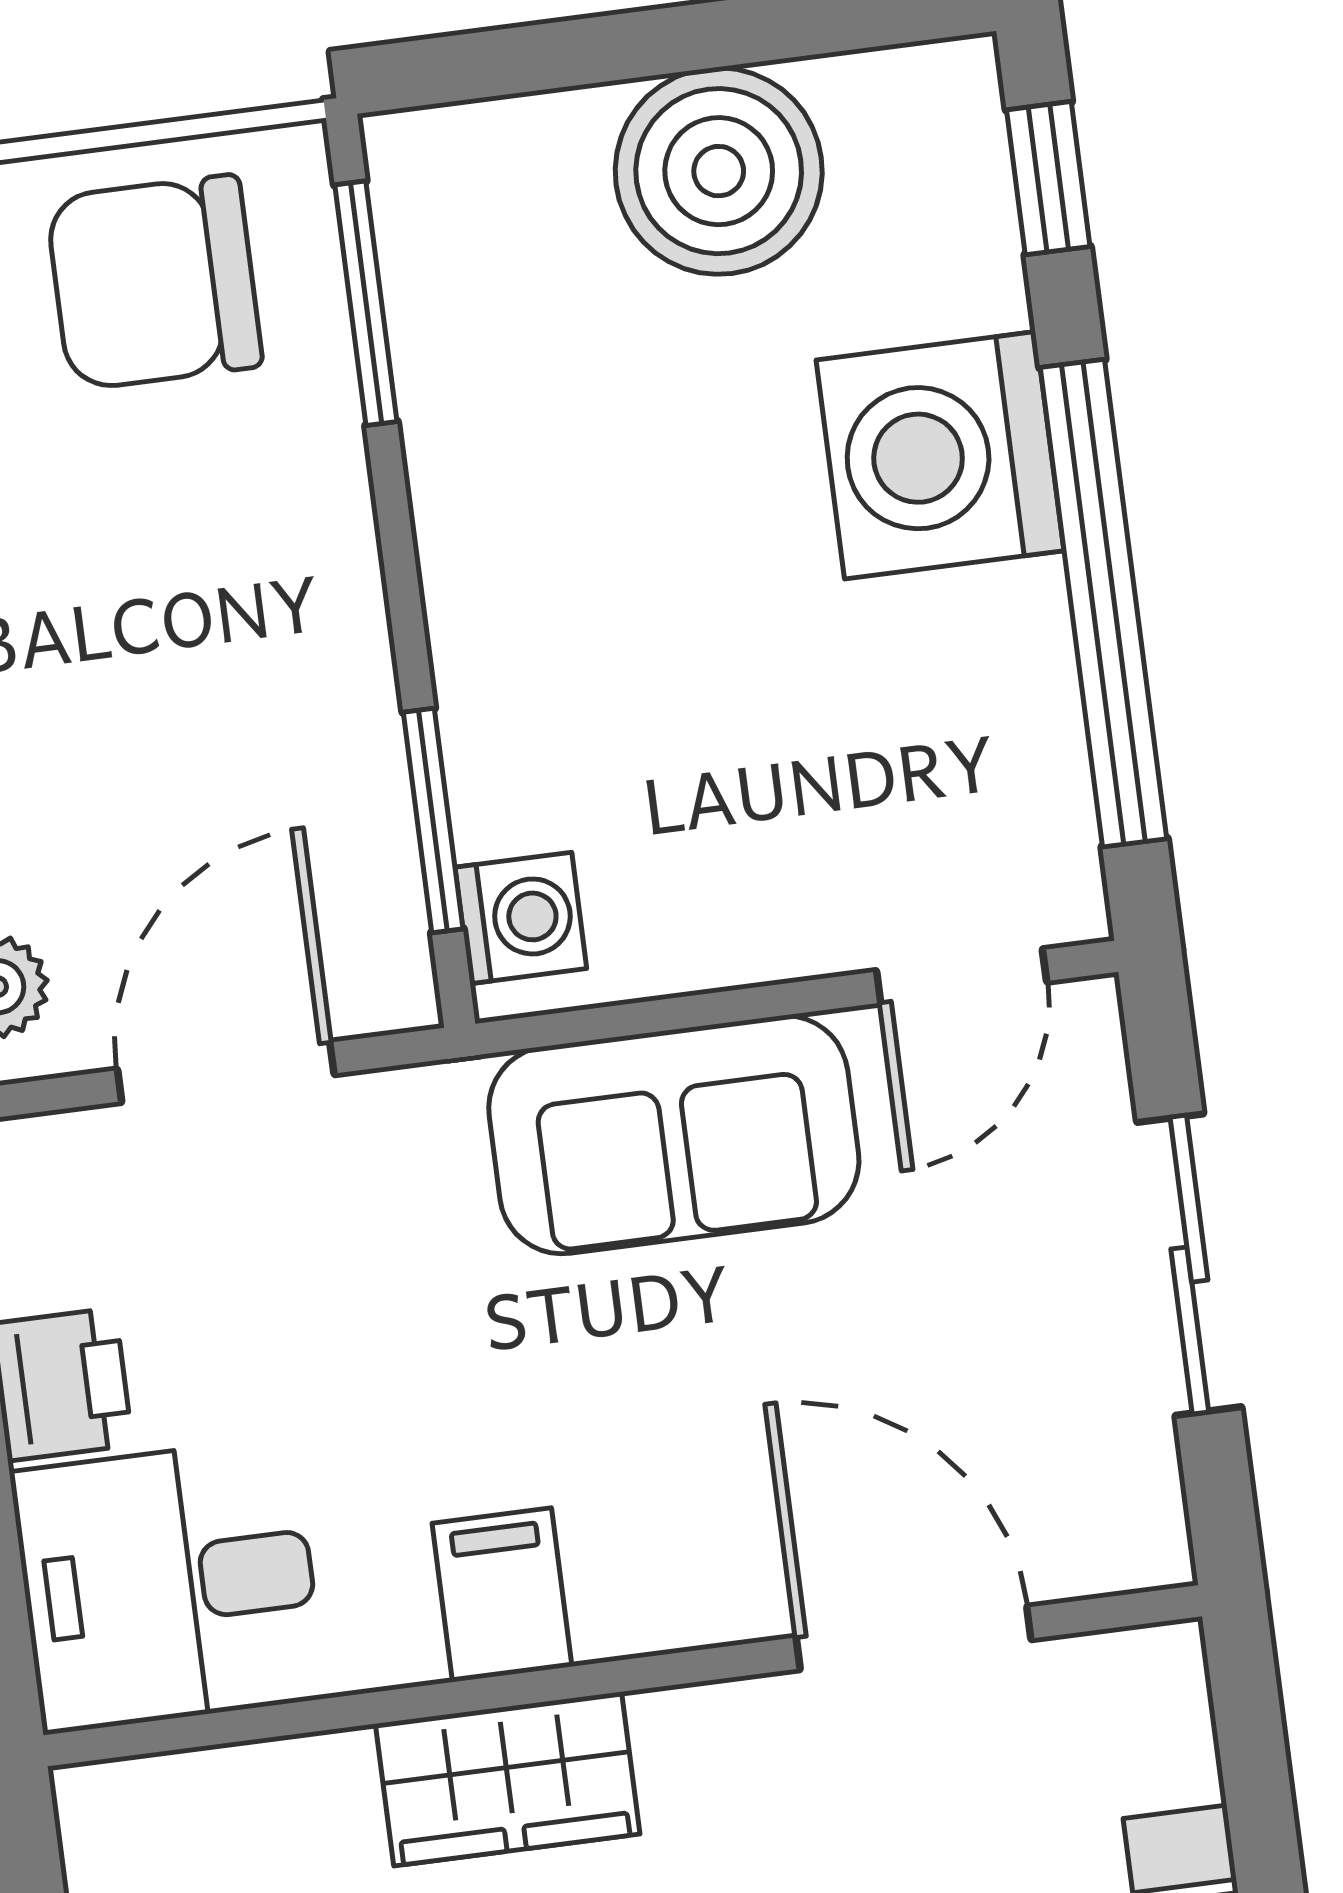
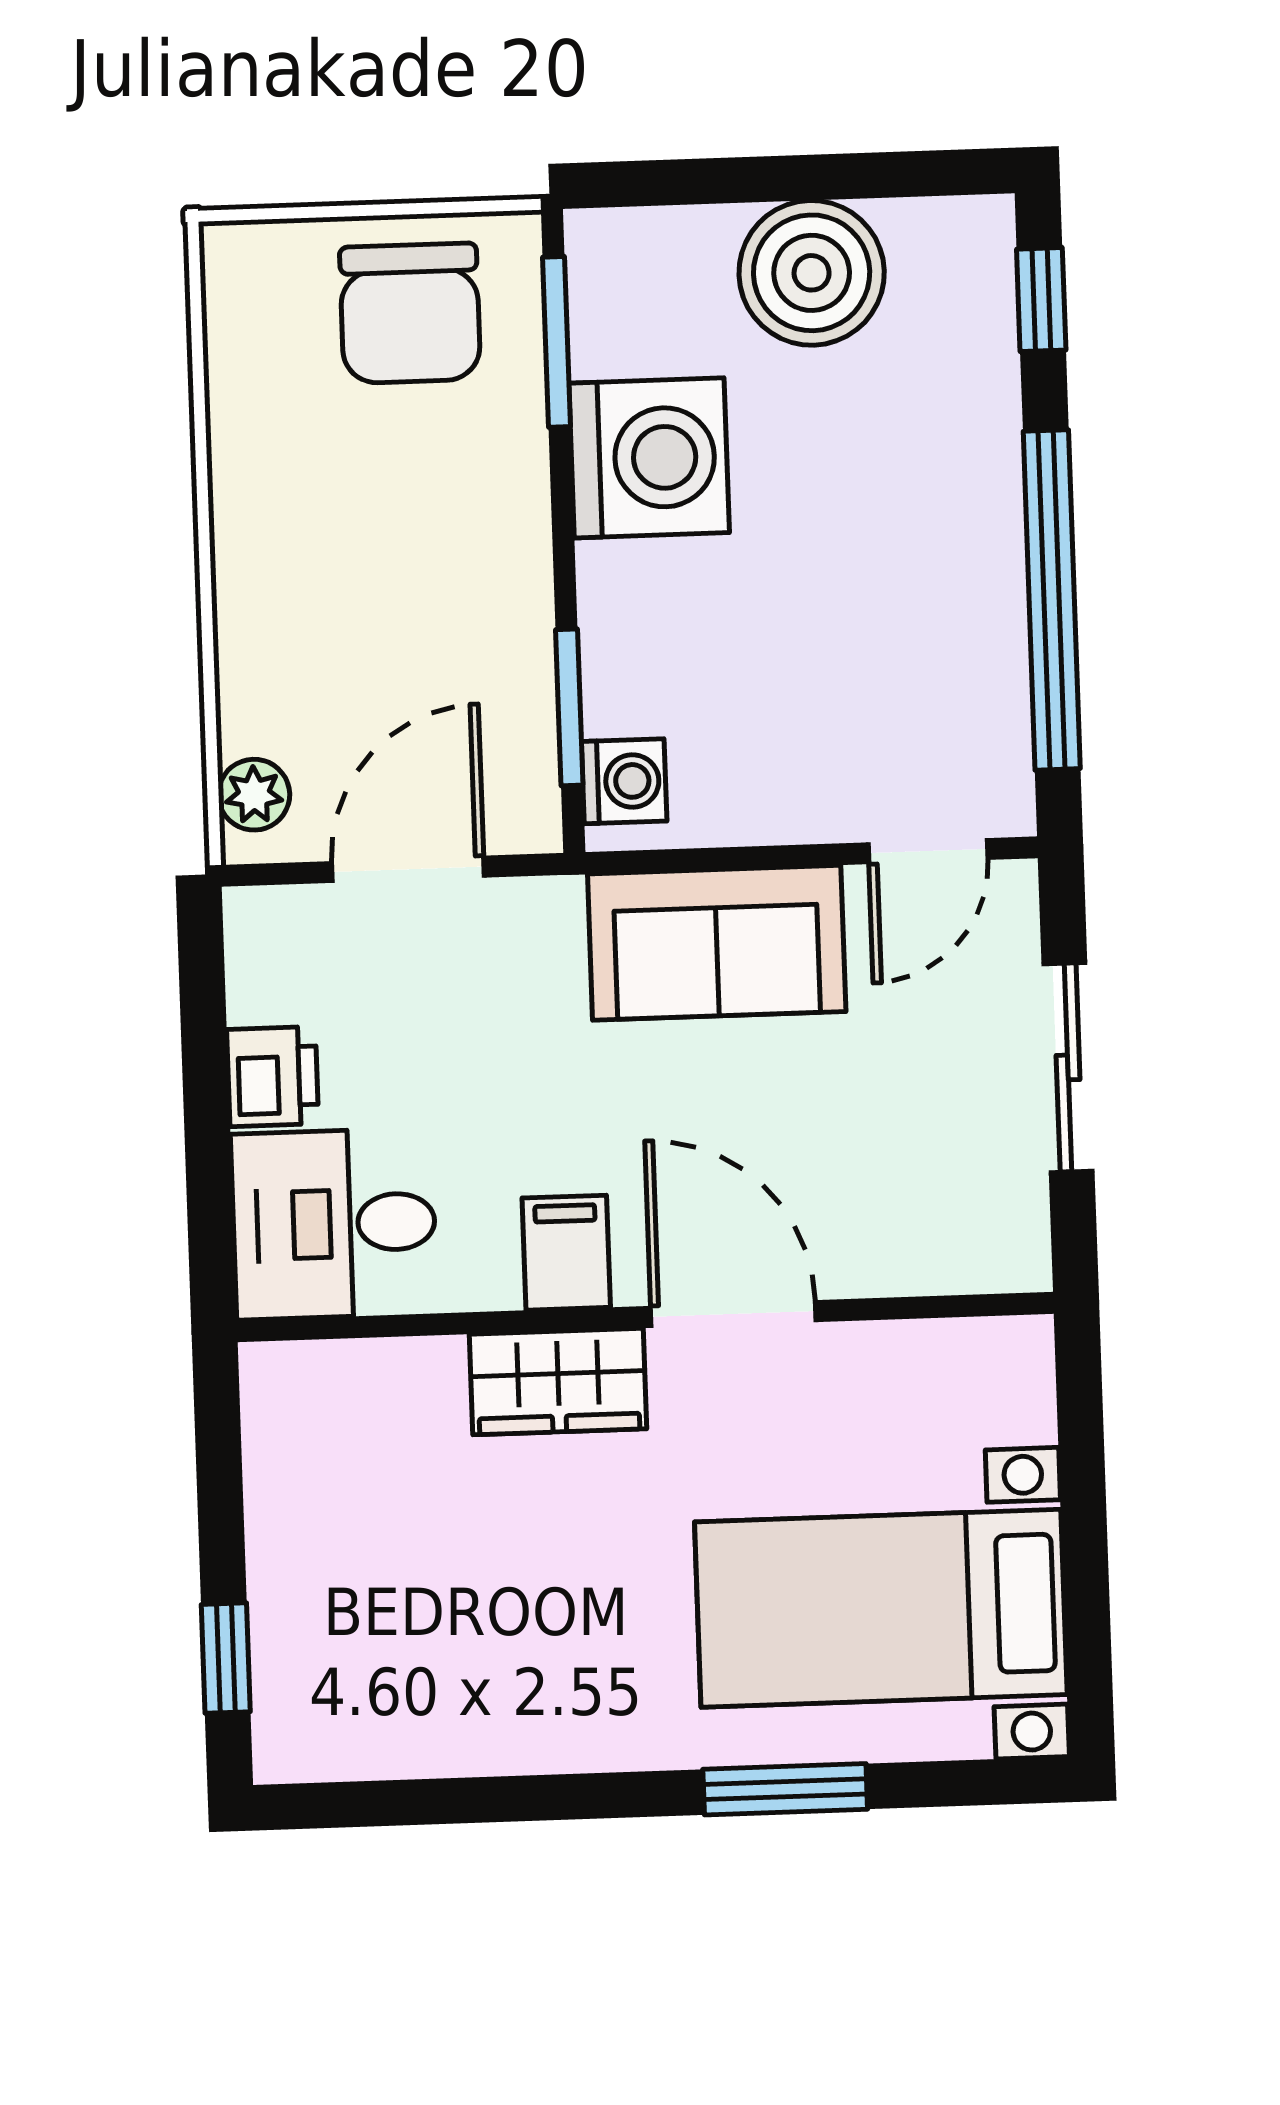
chair: (154, 282) -> (410, 313), turned -90
washing machine: (940, 455) -> (649, 458), moved, turned 180
door: (913, 1638) -> (733, 1314), moved

